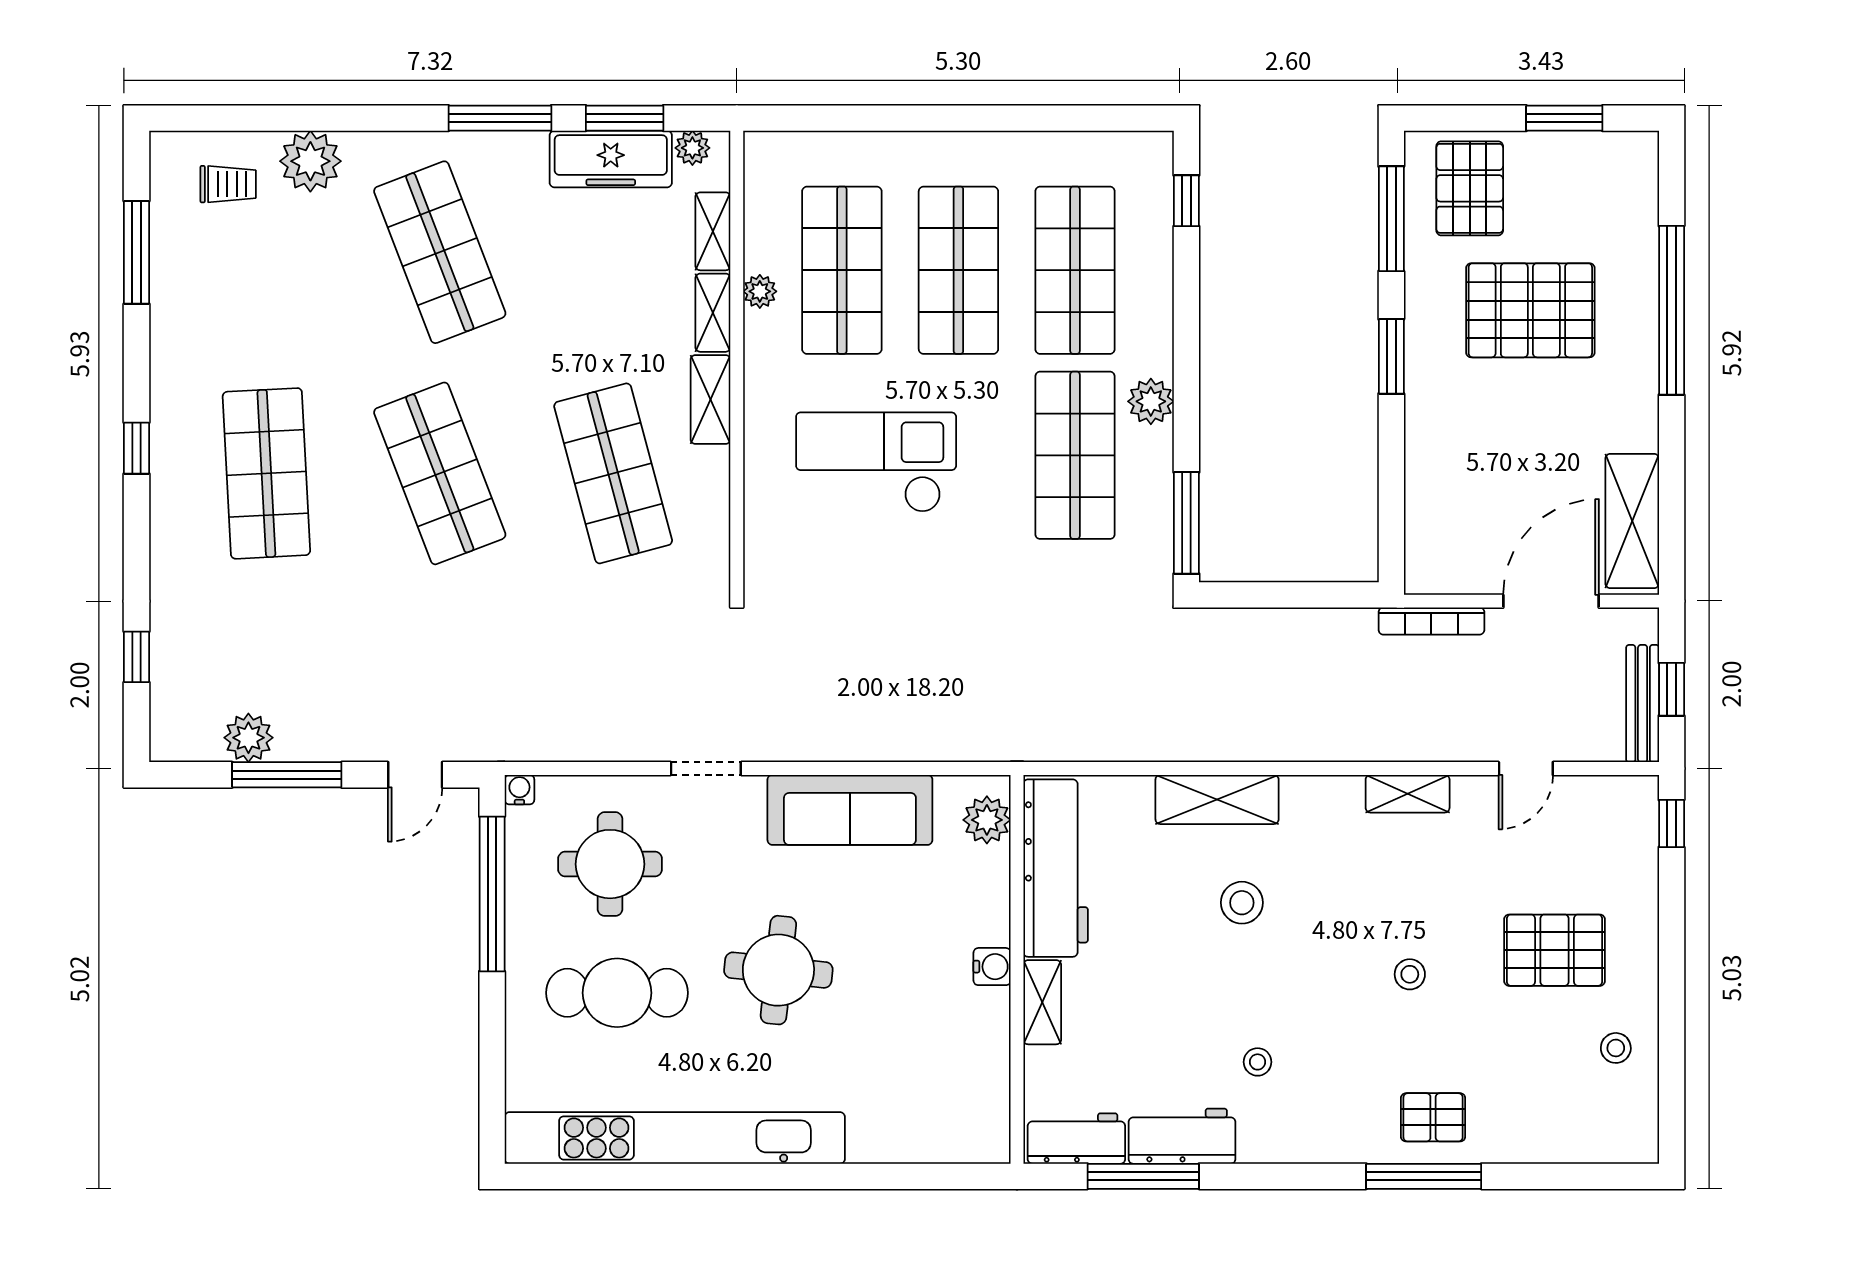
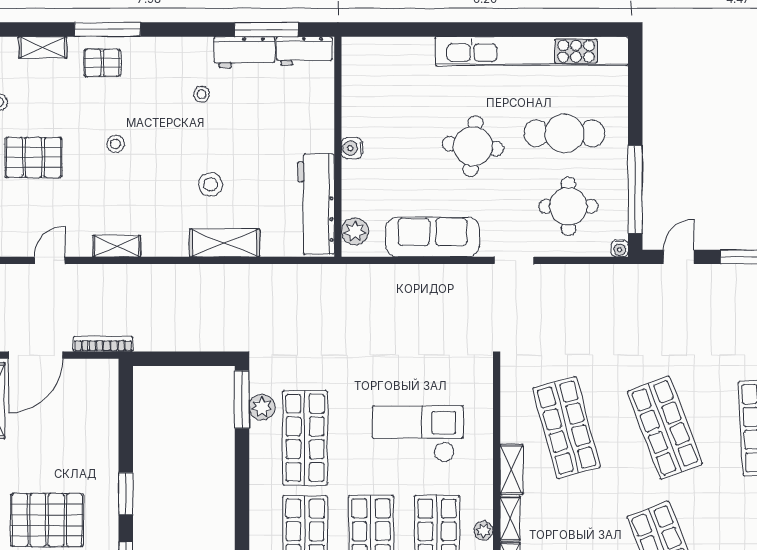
plant: (1151, 401) -> (262, 407), moved
checkout: (876, 462) -> (418, 434), turned 180
shelving: (1042, 1002) -> (43, 47), moved, turned 90

